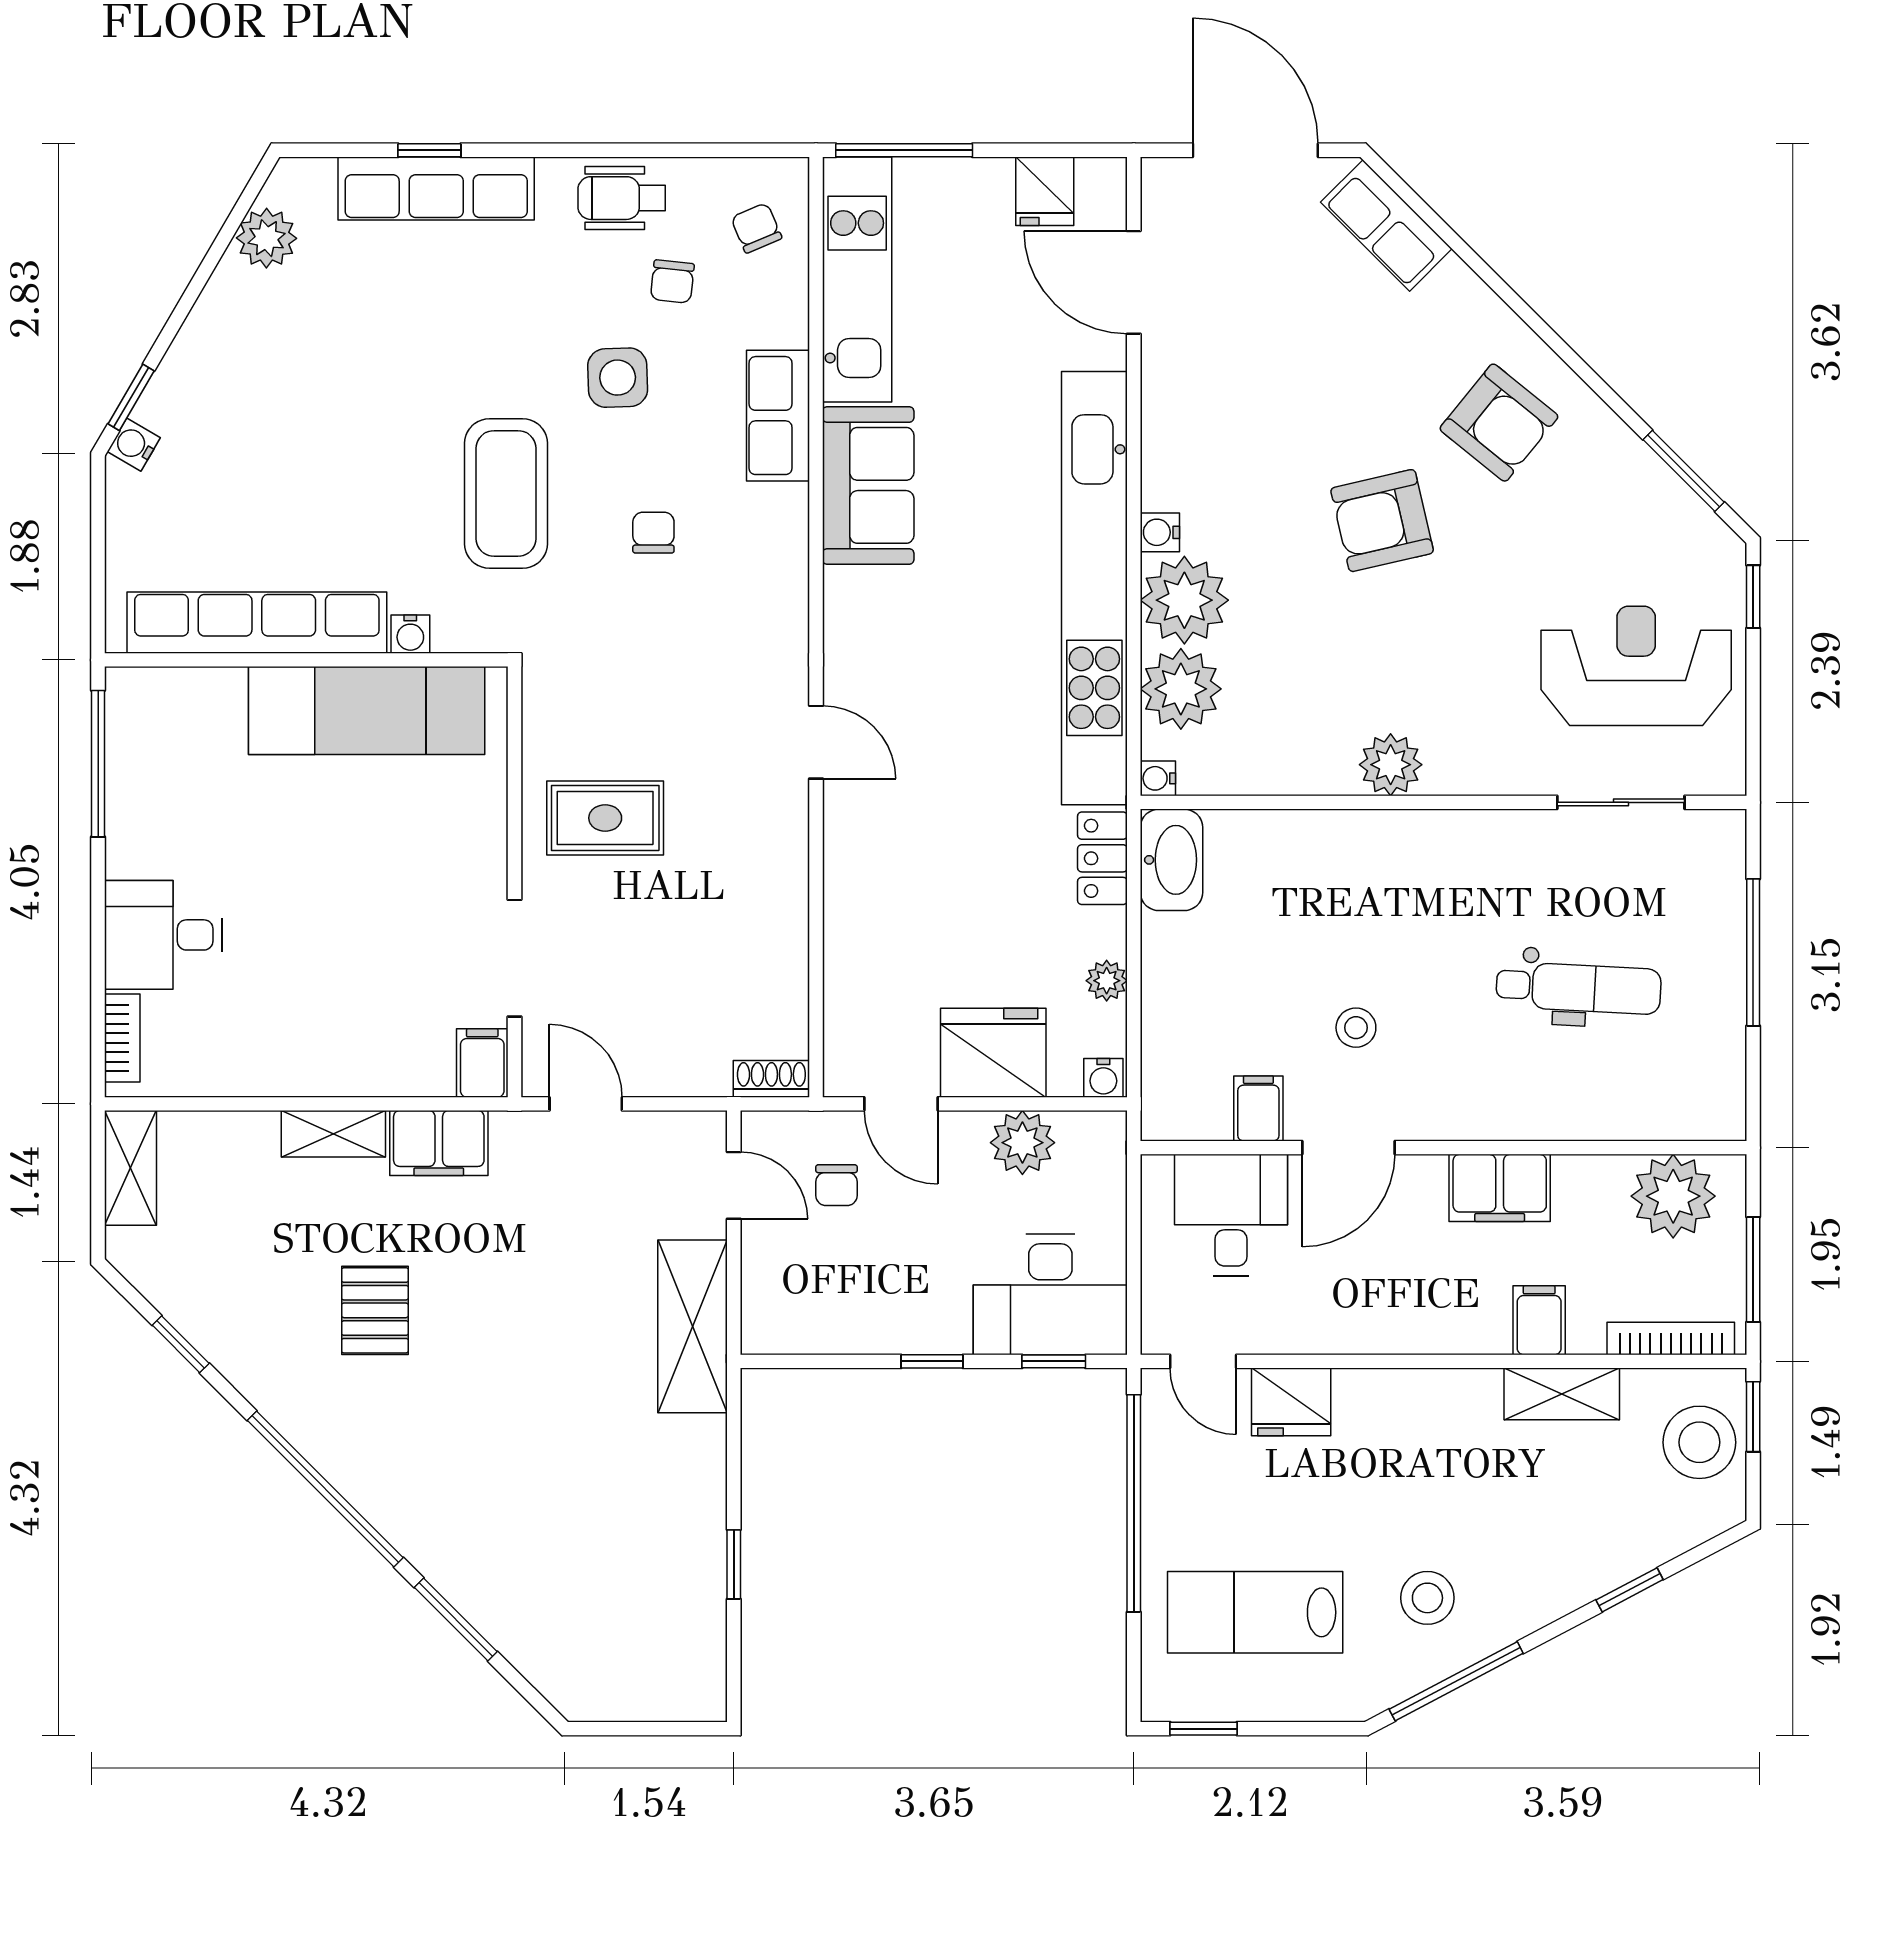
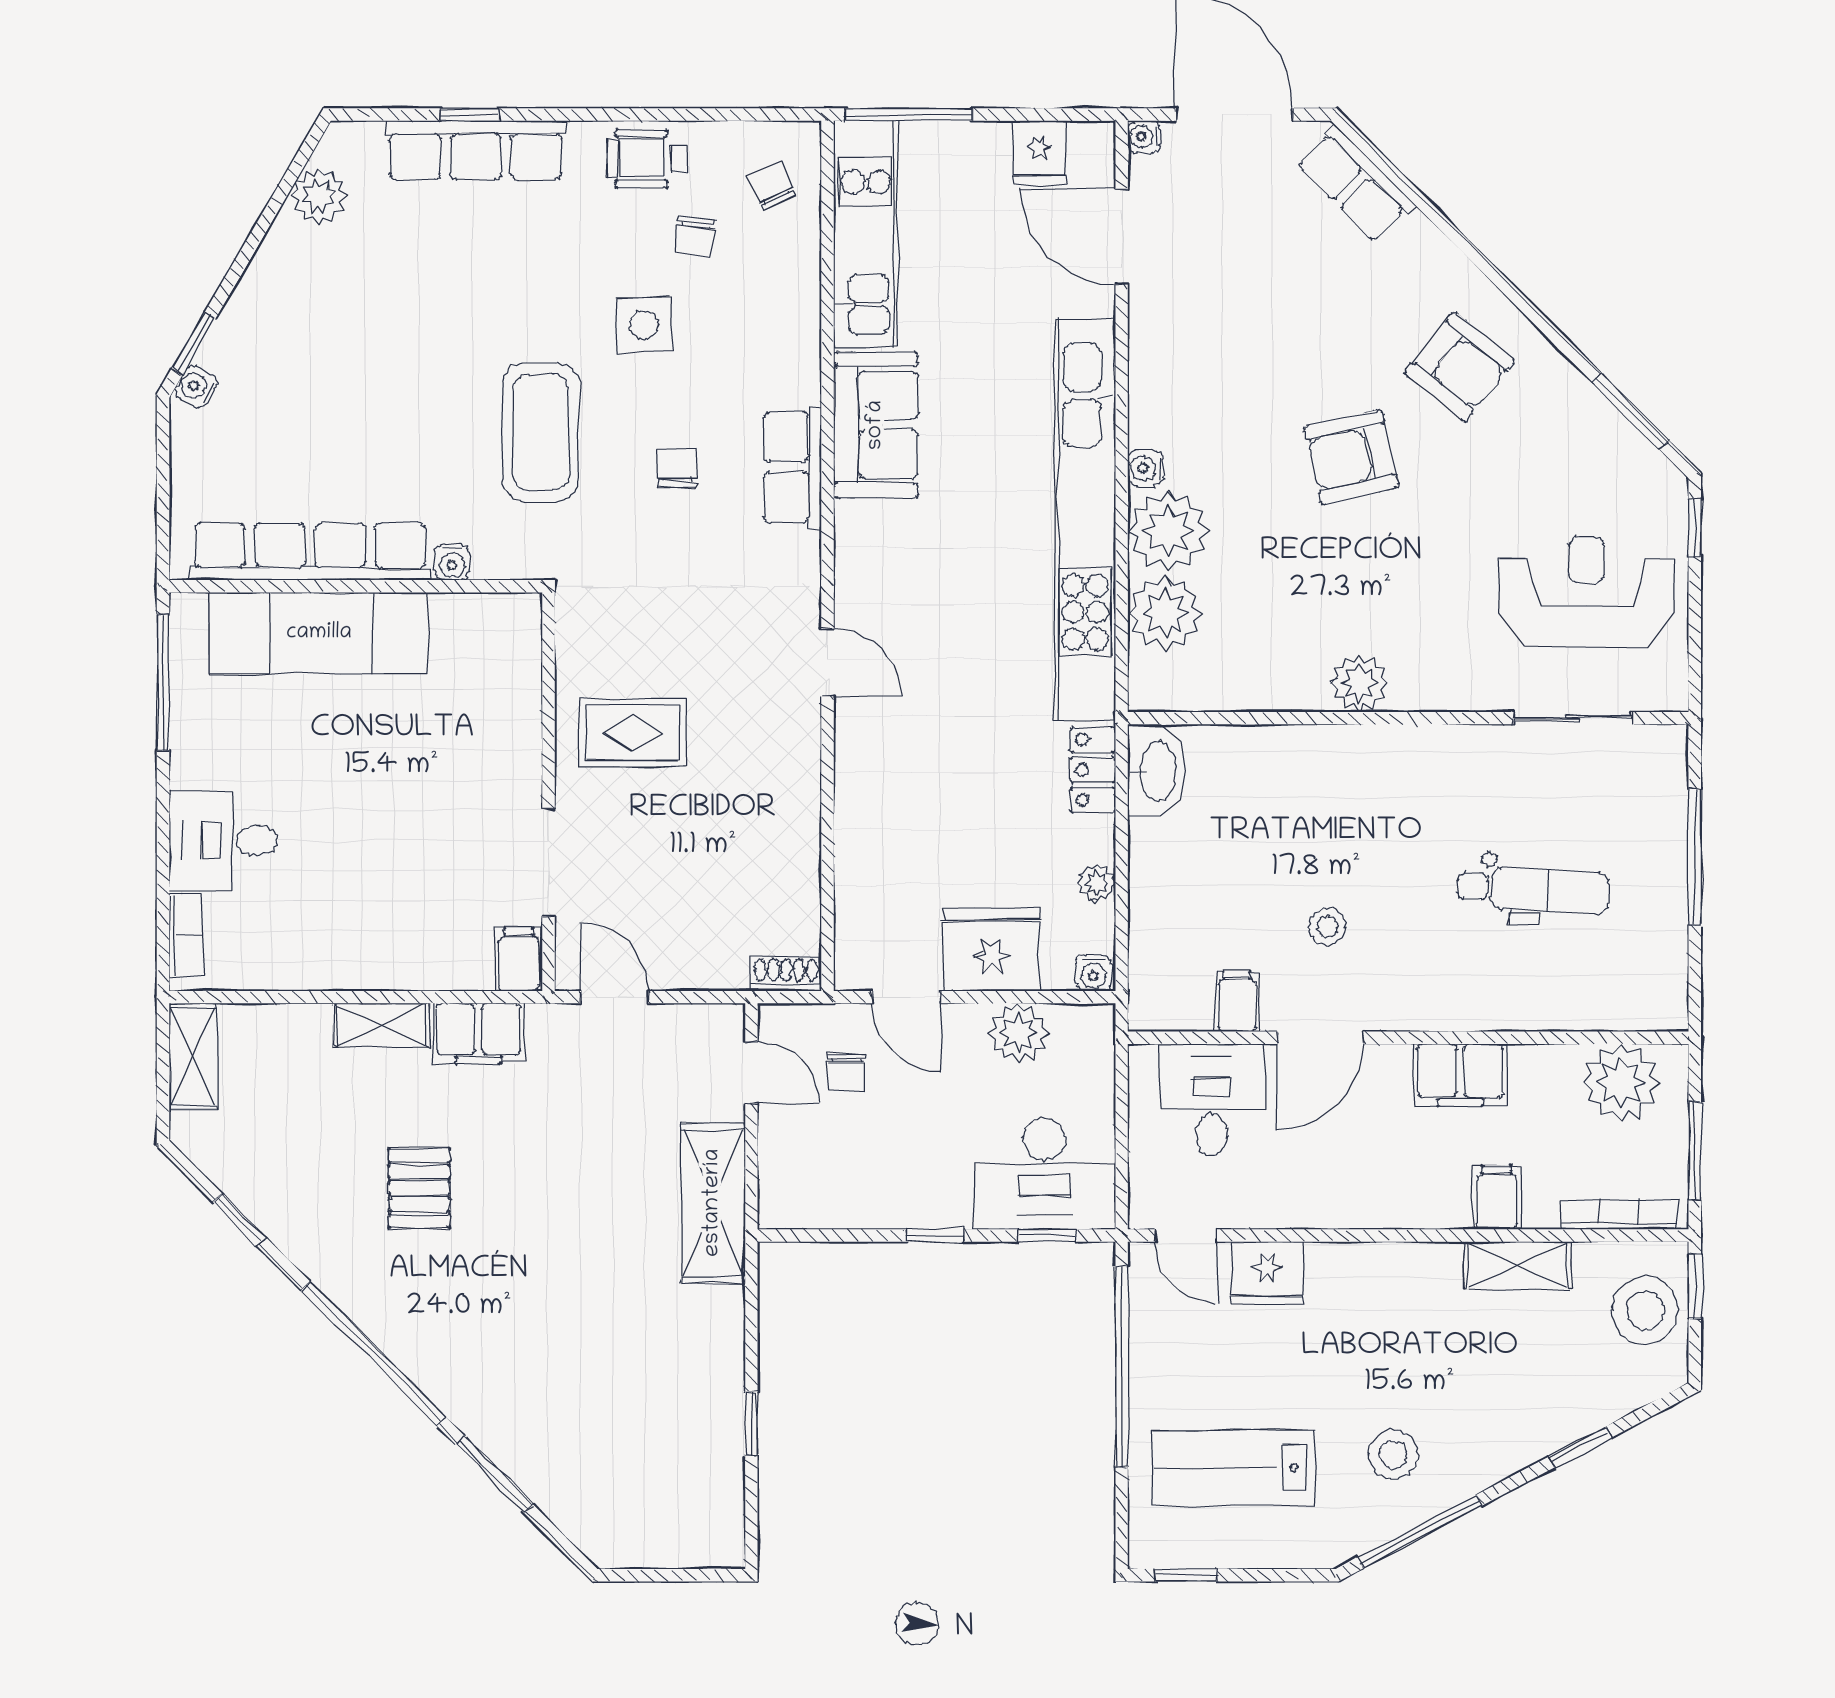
row of seats: (778, 416) -> (792, 467), moved
exam couch: (367, 711) -> (319, 633), moved
water cooler: (1158, 778) -> (1144, 137), moved

